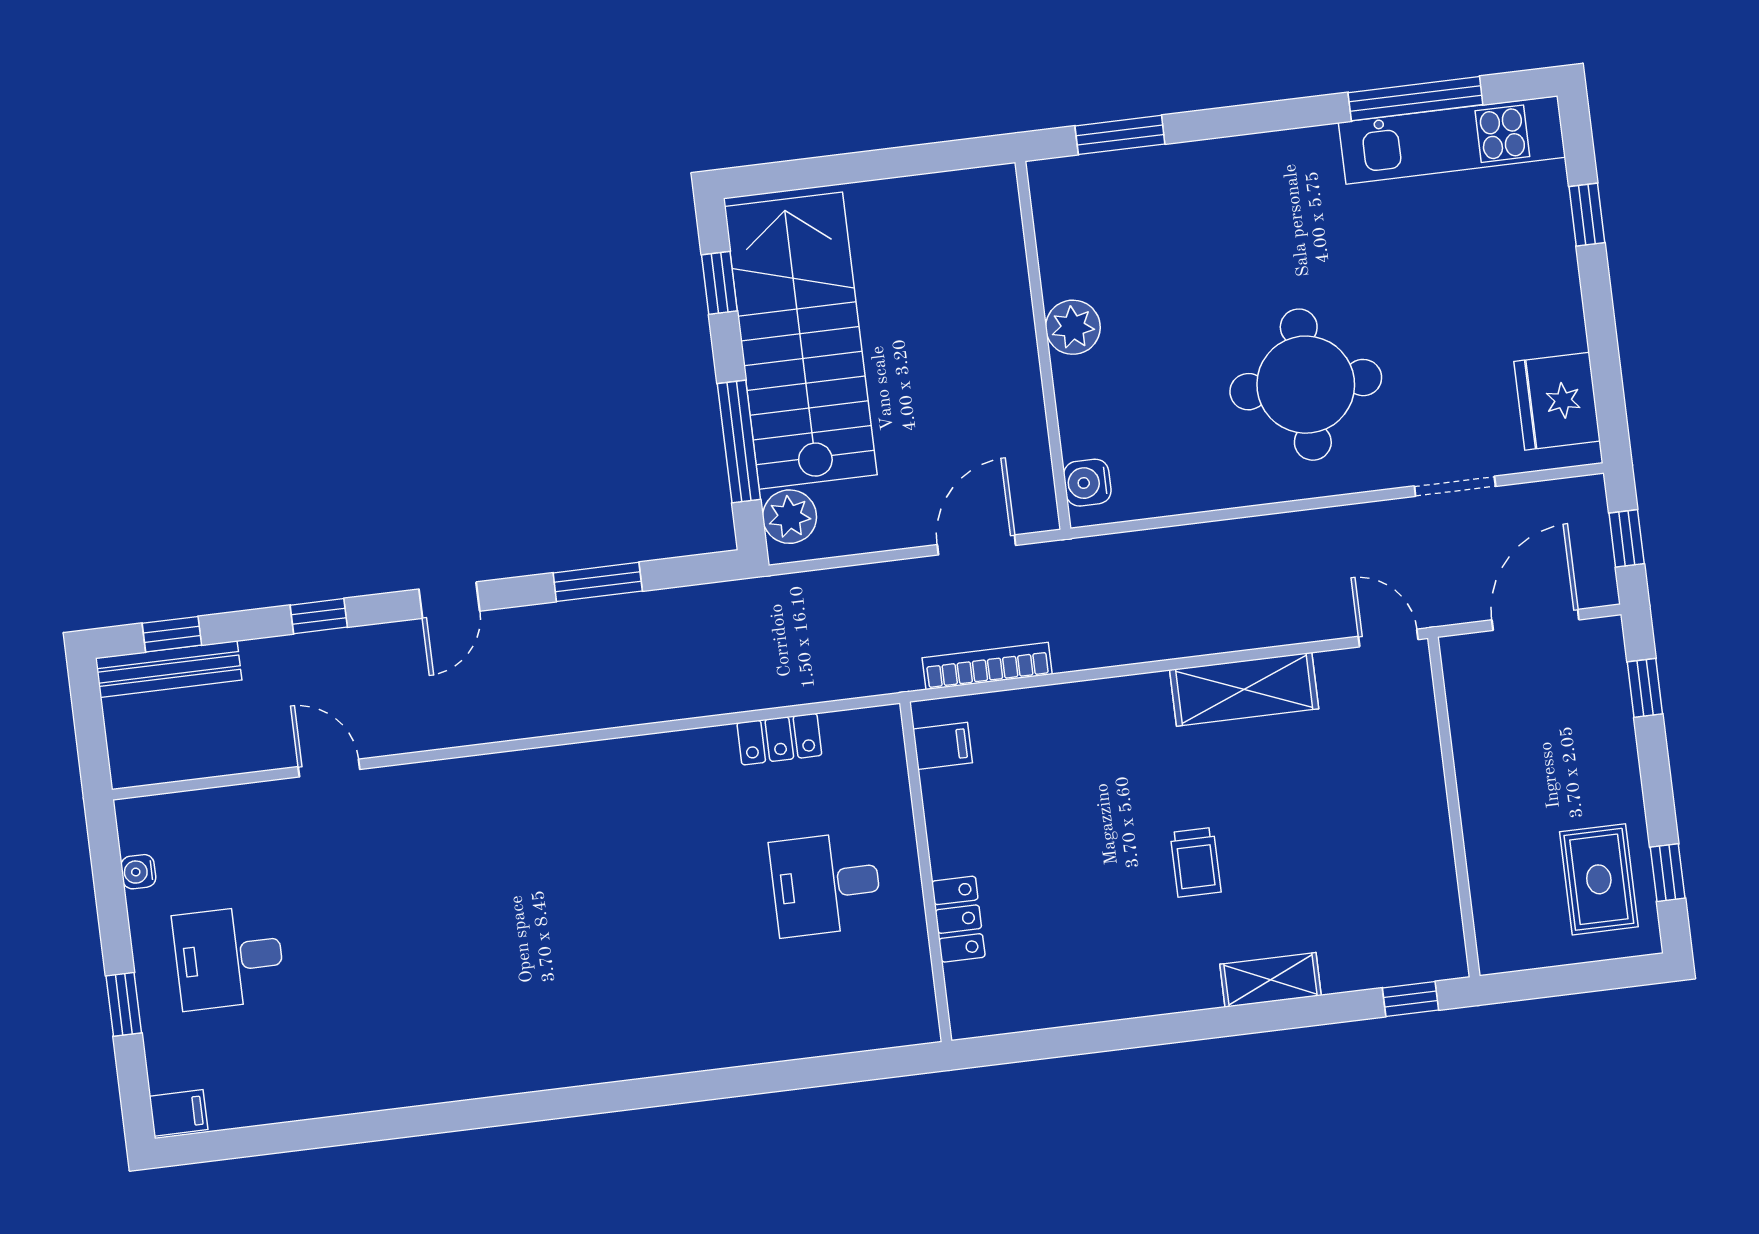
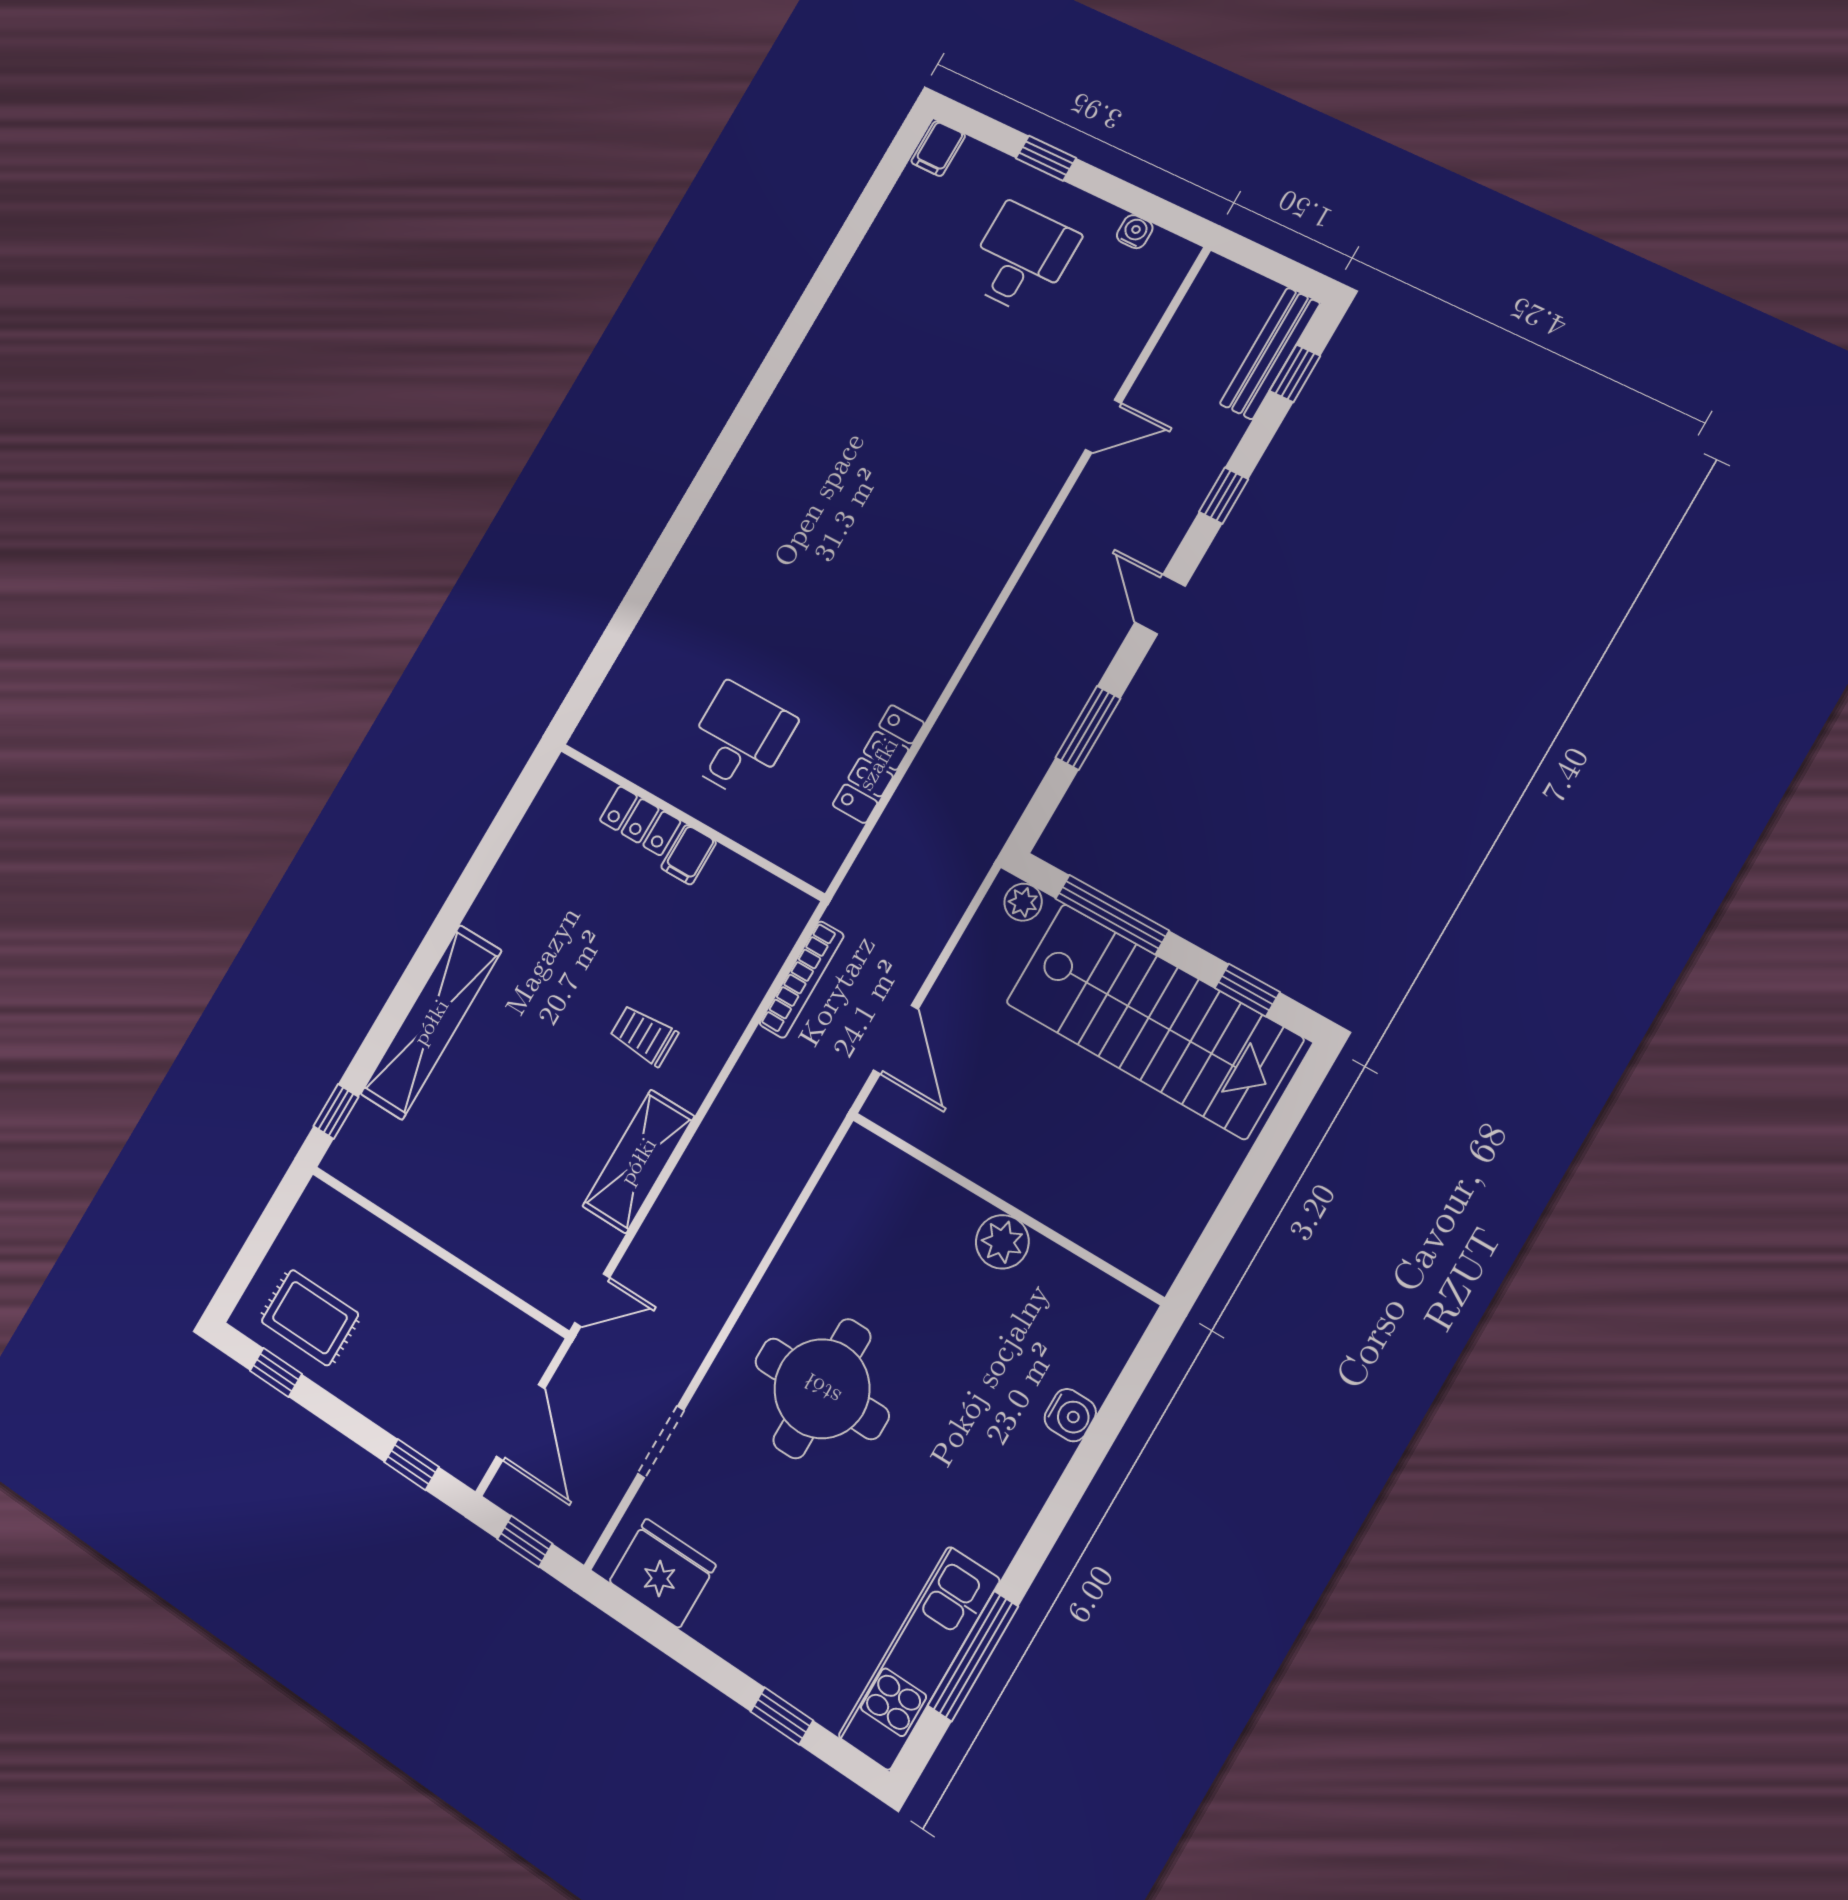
window: (1120, 135) -> (1123, 1397), removed
water cooler: (1087, 483) -> (1070, 1415), moved, turned 90
plant: (790, 517) -> (1023, 902), width x0.73, depth x0.73
locker: (779, 739) -> (878, 764), width x1.53
filing cabinet: (943, 746) -> (689, 855), moved
trolley: (1196, 862) -> (644, 1035), moved
shelving: (1270, 980) -> (431, 1022), width x2.20, depth x1.33

